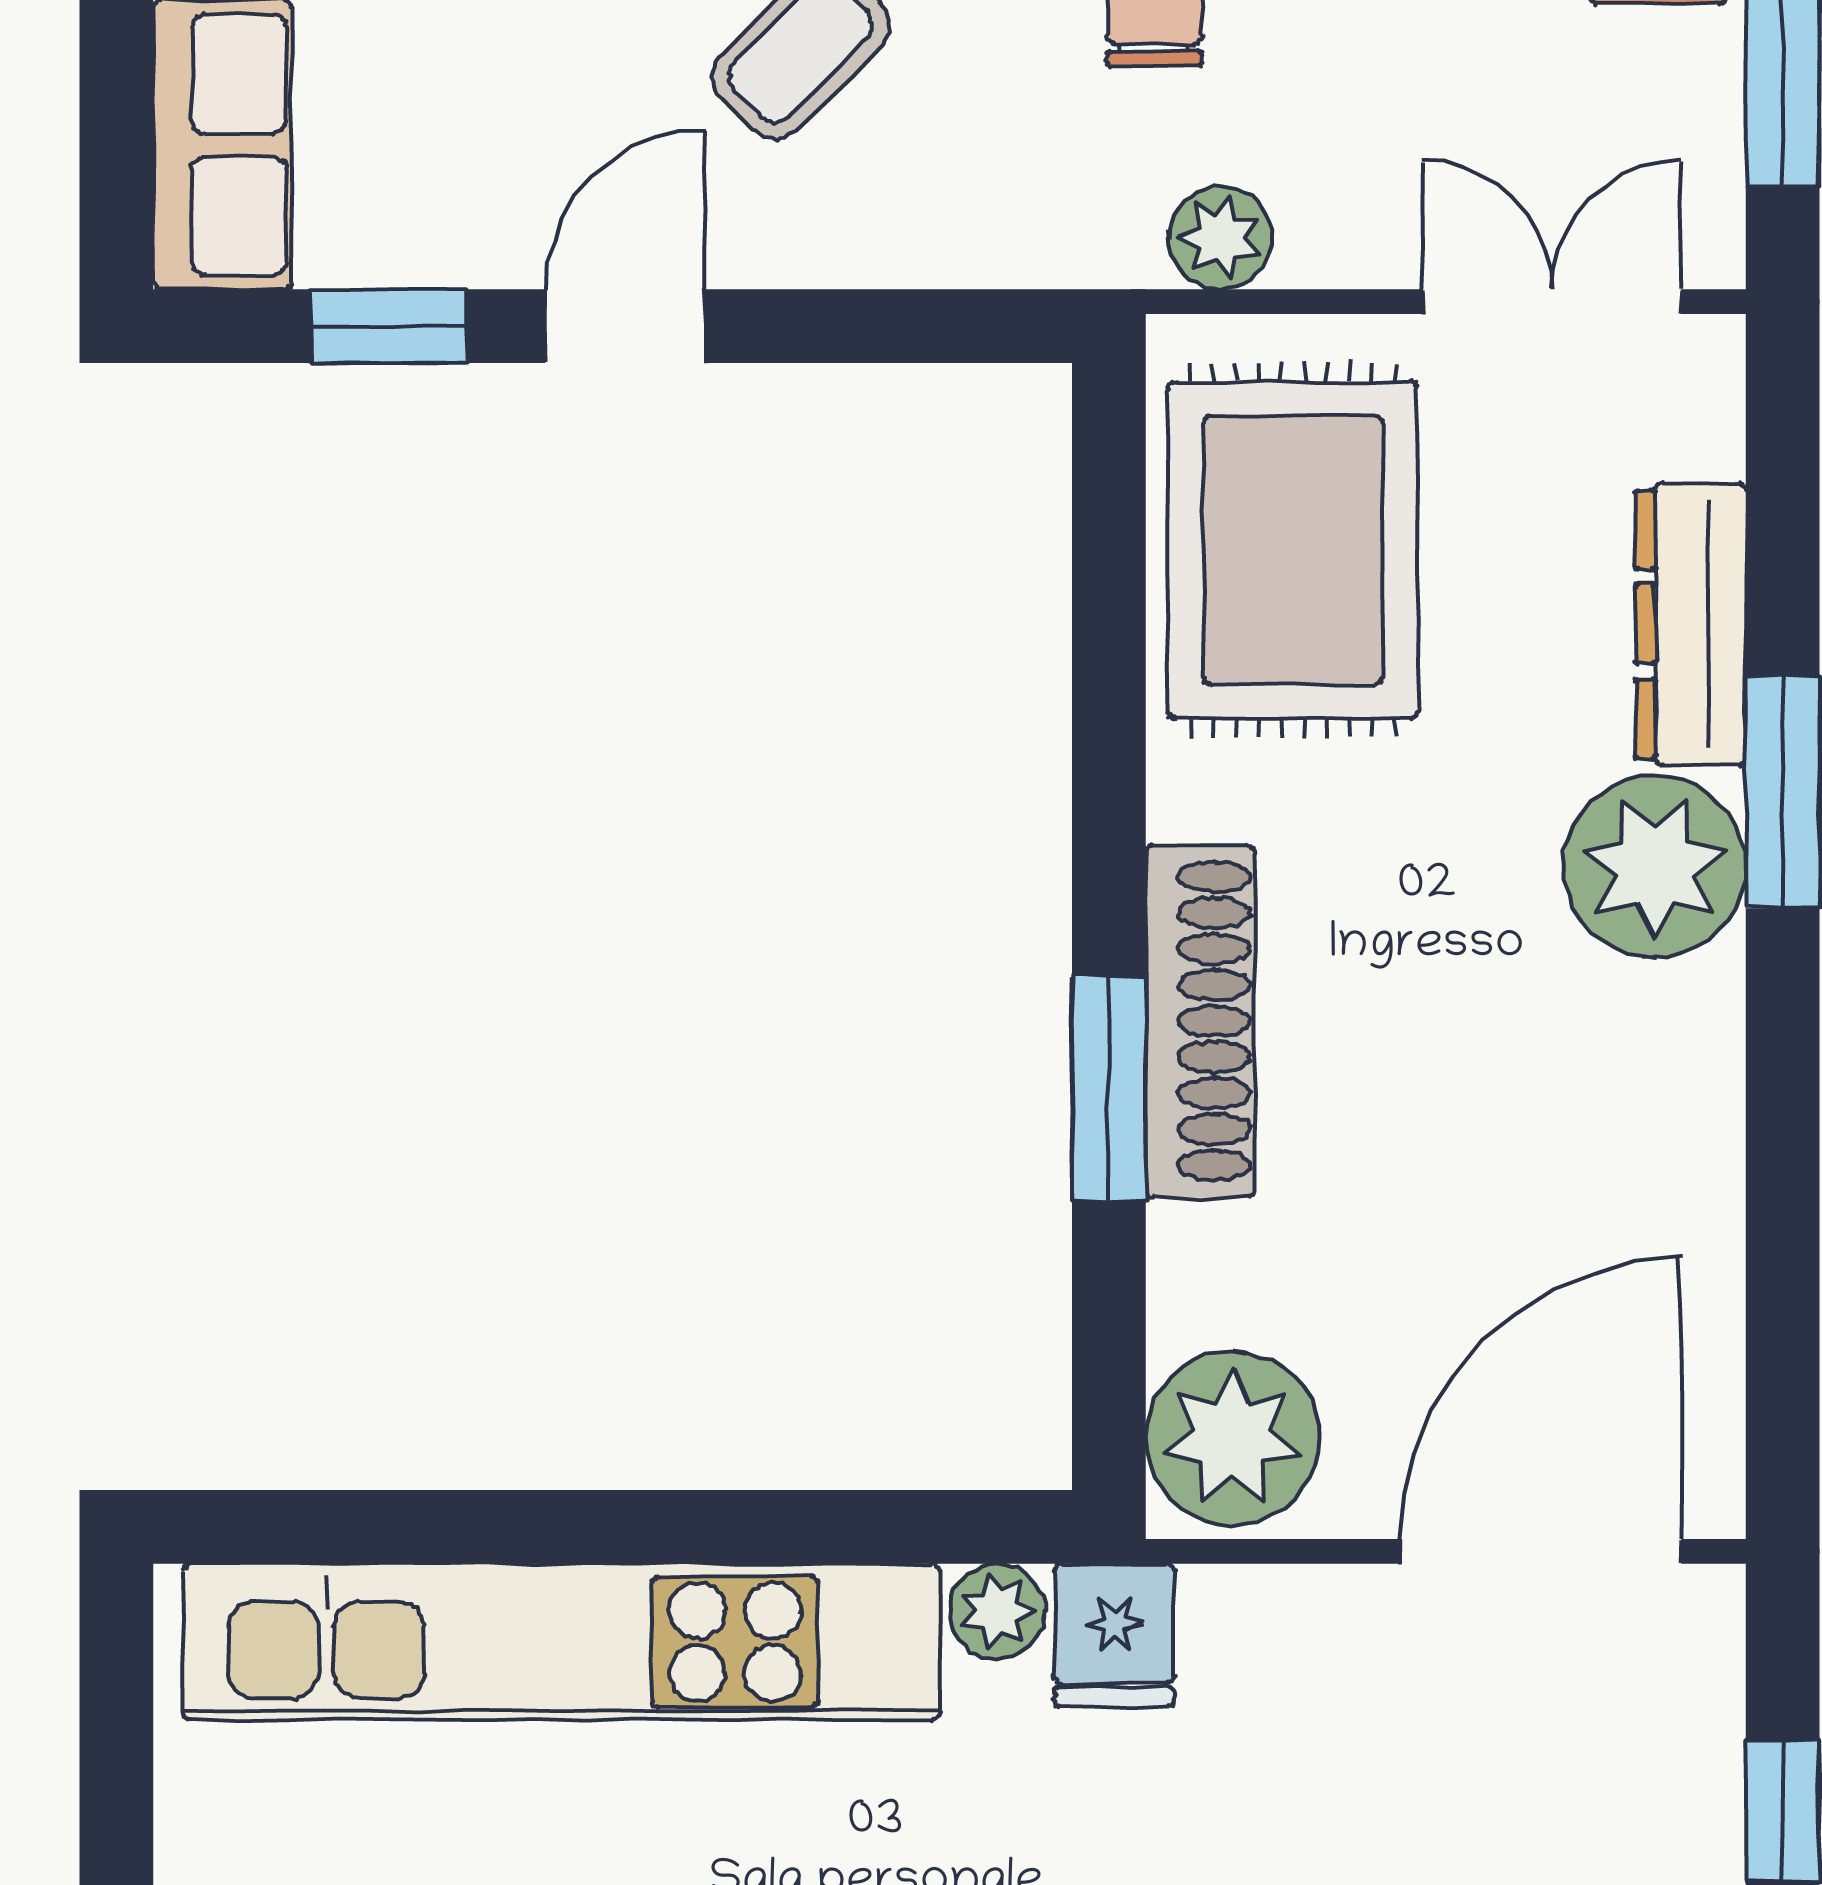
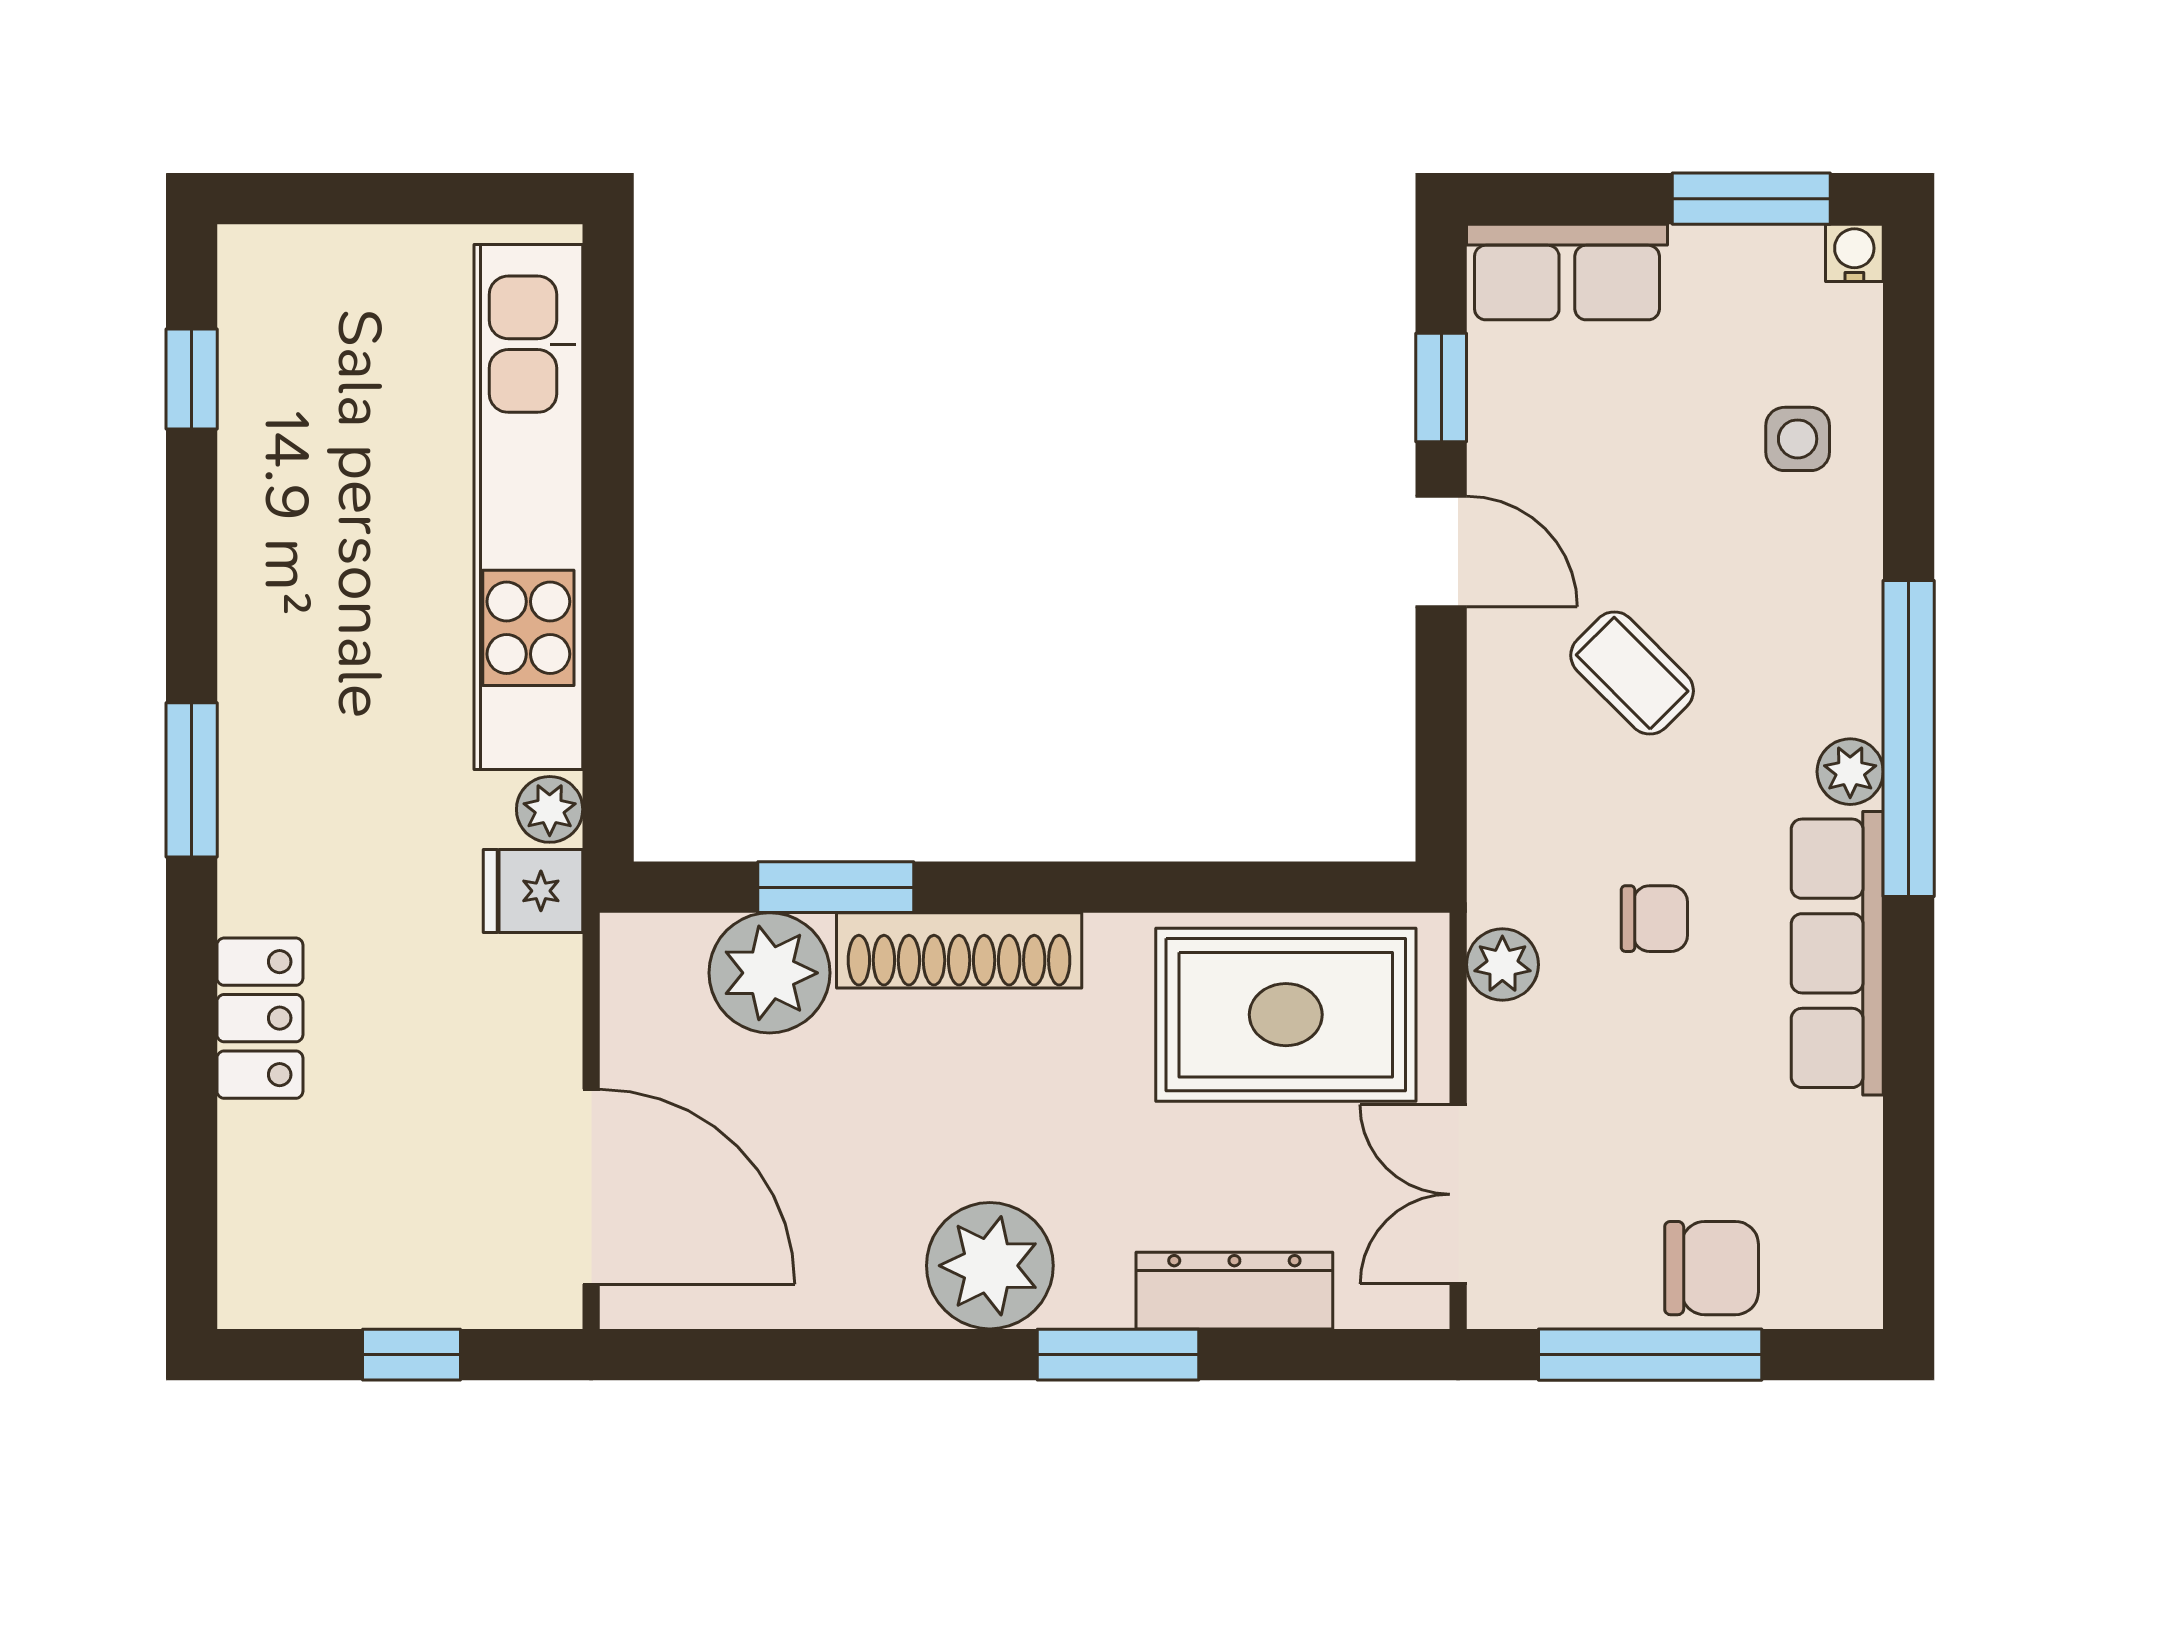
double door: (1552, 302) -> (1458, 1194), swing flipped
plant: (1655, 867) -> (990, 1266), moved
window: (1109, 1088) -> (836, 887), moved
plant: (1232, 1438) -> (769, 973), moved

